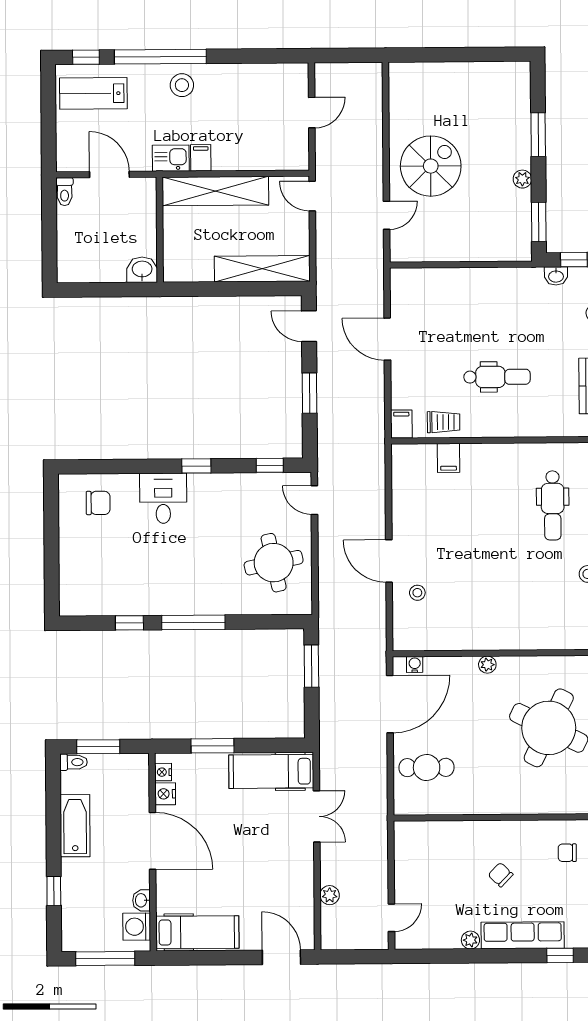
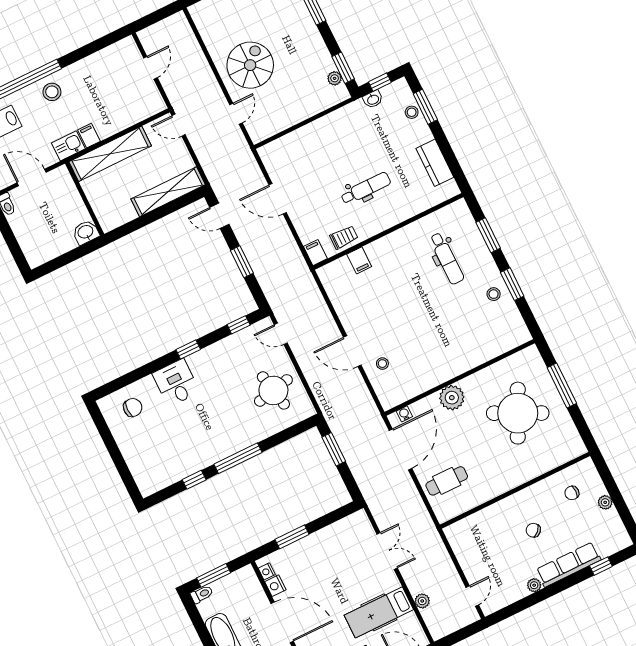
plant: (522, 179) -> (335, 78), moved
plant: (487, 665) -> (452, 398), width x1.88, depth x1.88
hospital bed: (271, 771) -> (379, 612), moved

